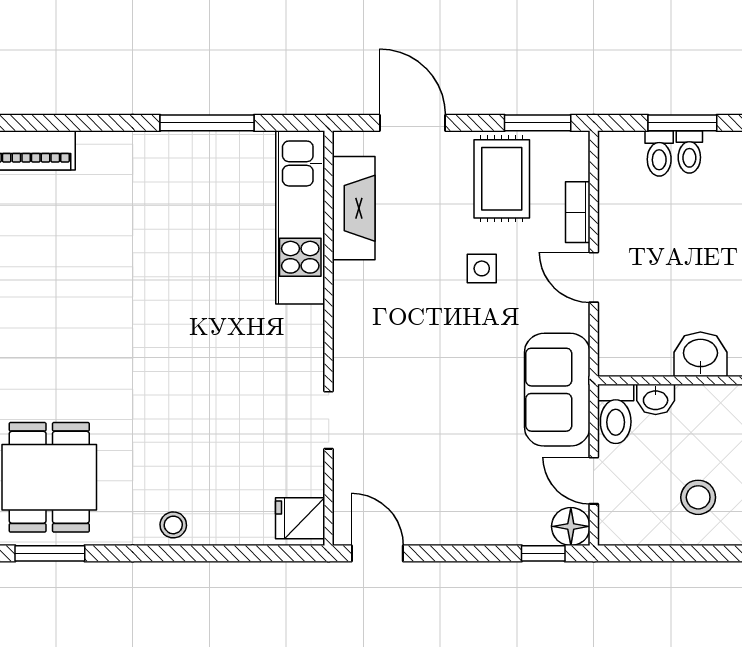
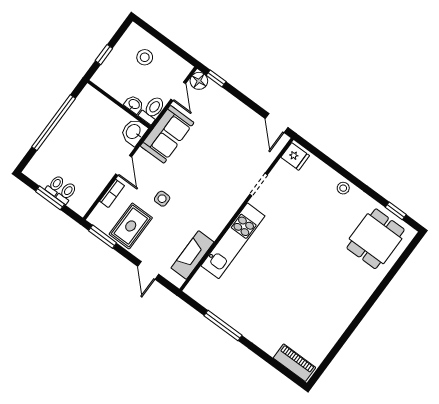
door: (412, 123) -> (148, 270), width x0.73
kitchen unit: (300, 217) -> (233, 241), moved
washbasin: (700, 354) -> (134, 132), moved, turned 90
window: (50, 553) -> (396, 211), width x0.67

